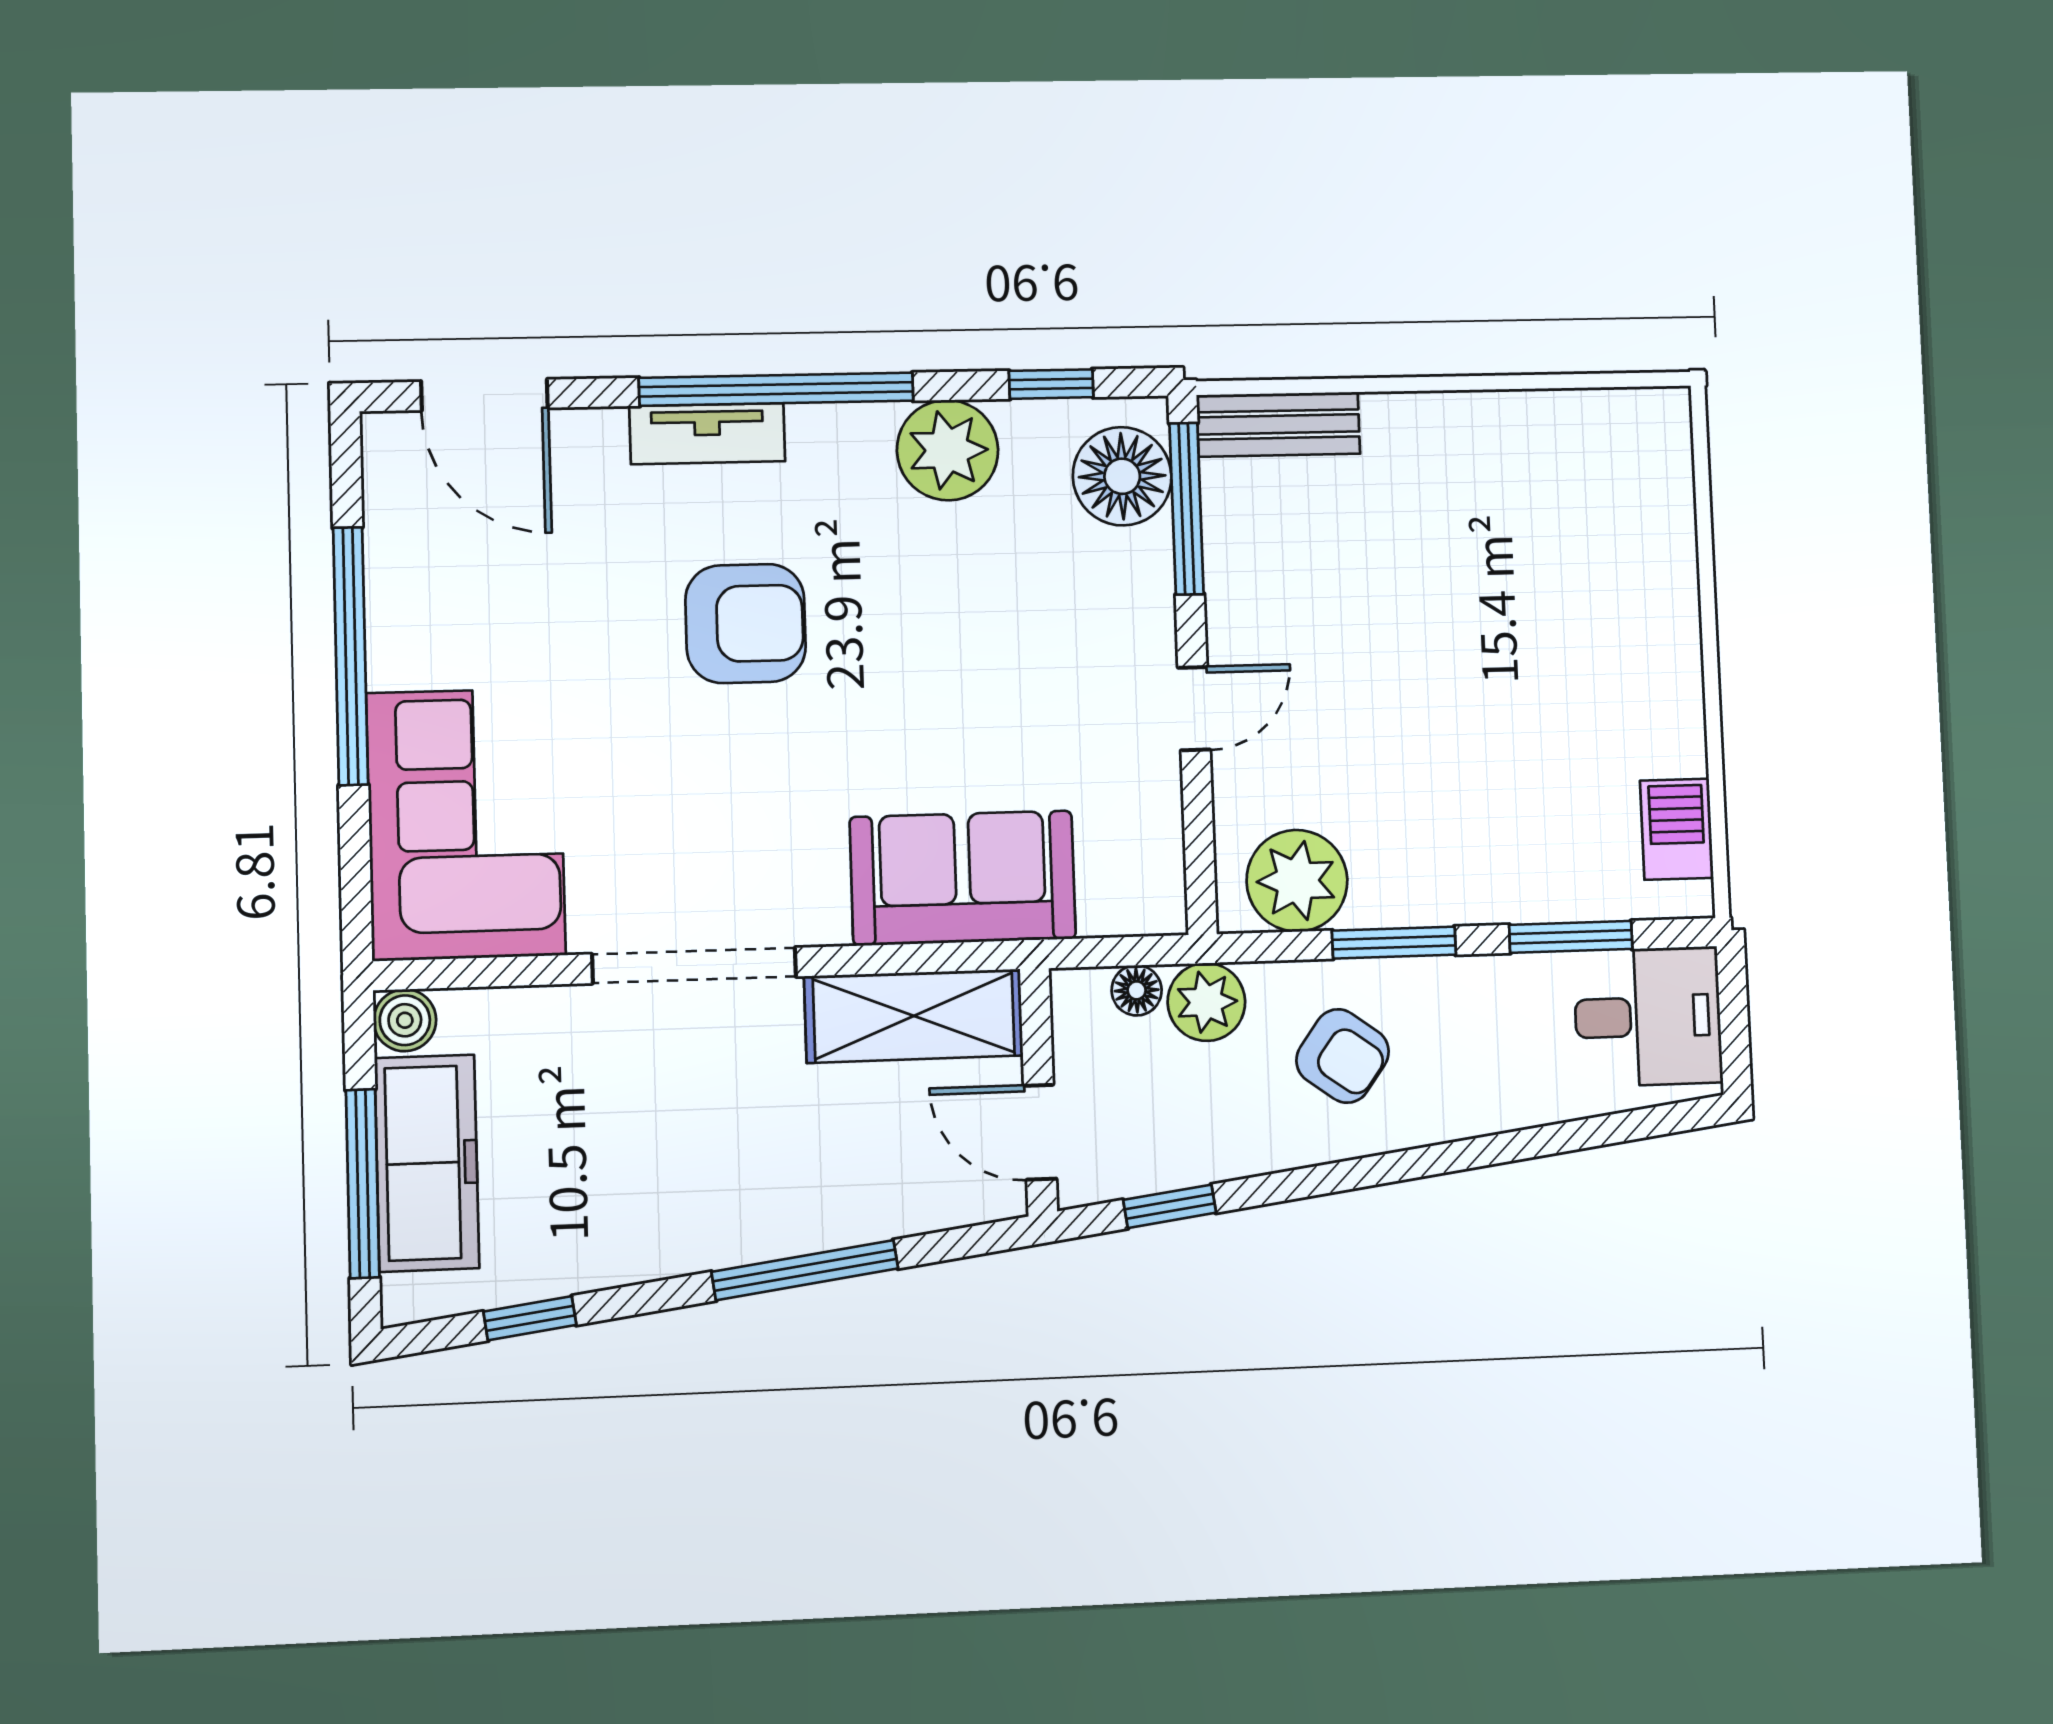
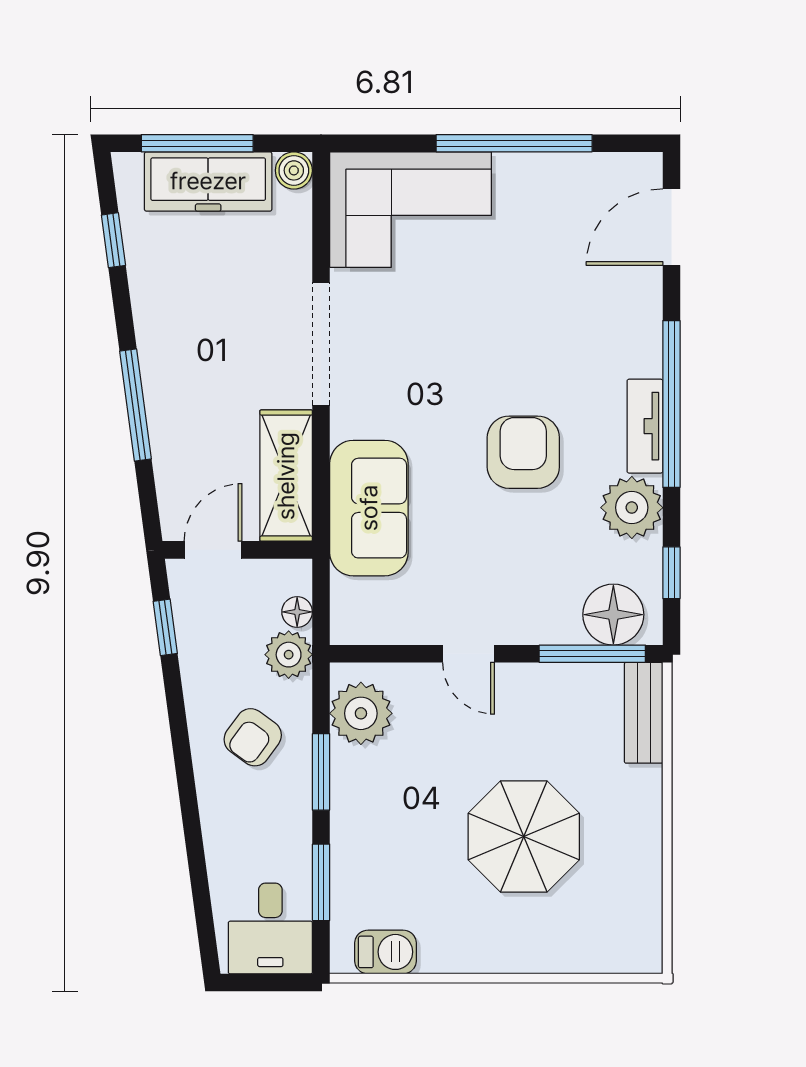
tv unit: (707, 434) -> (645, 426), moved
parasol: (1484, 612) -> (524, 837), added
armchair: (746, 624) -> (523, 452), moved, turned 180

